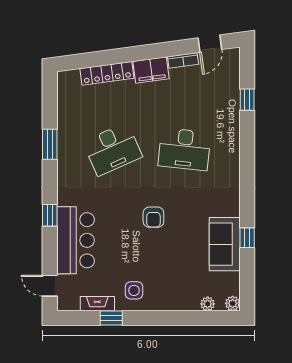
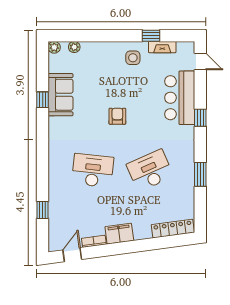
locker: (107, 73) -> (173, 229), moved

